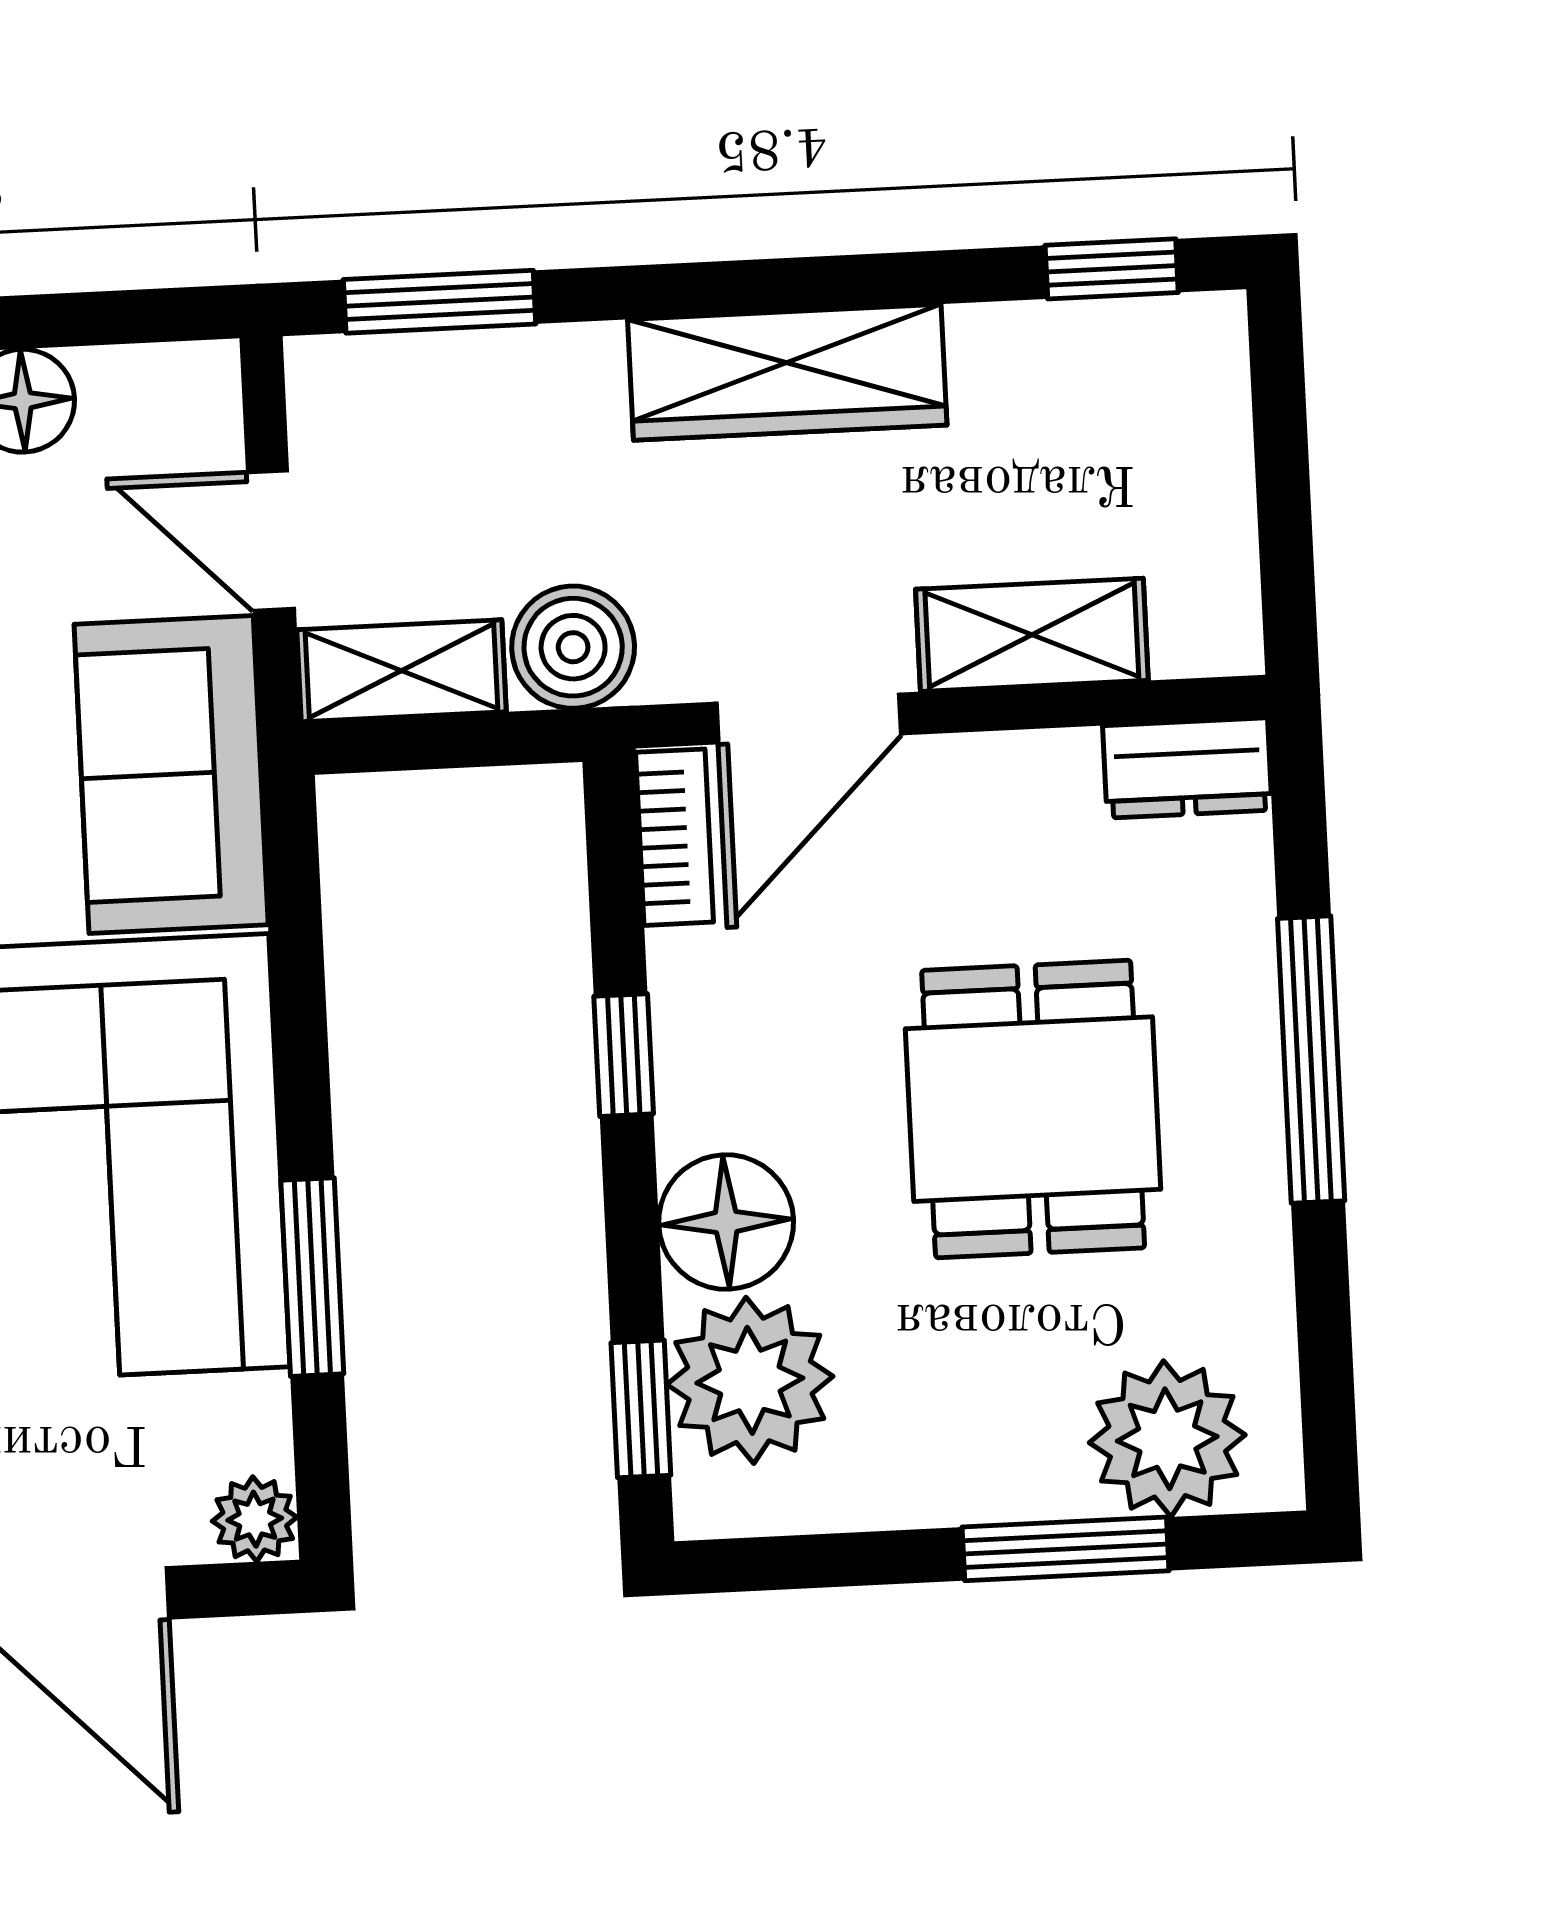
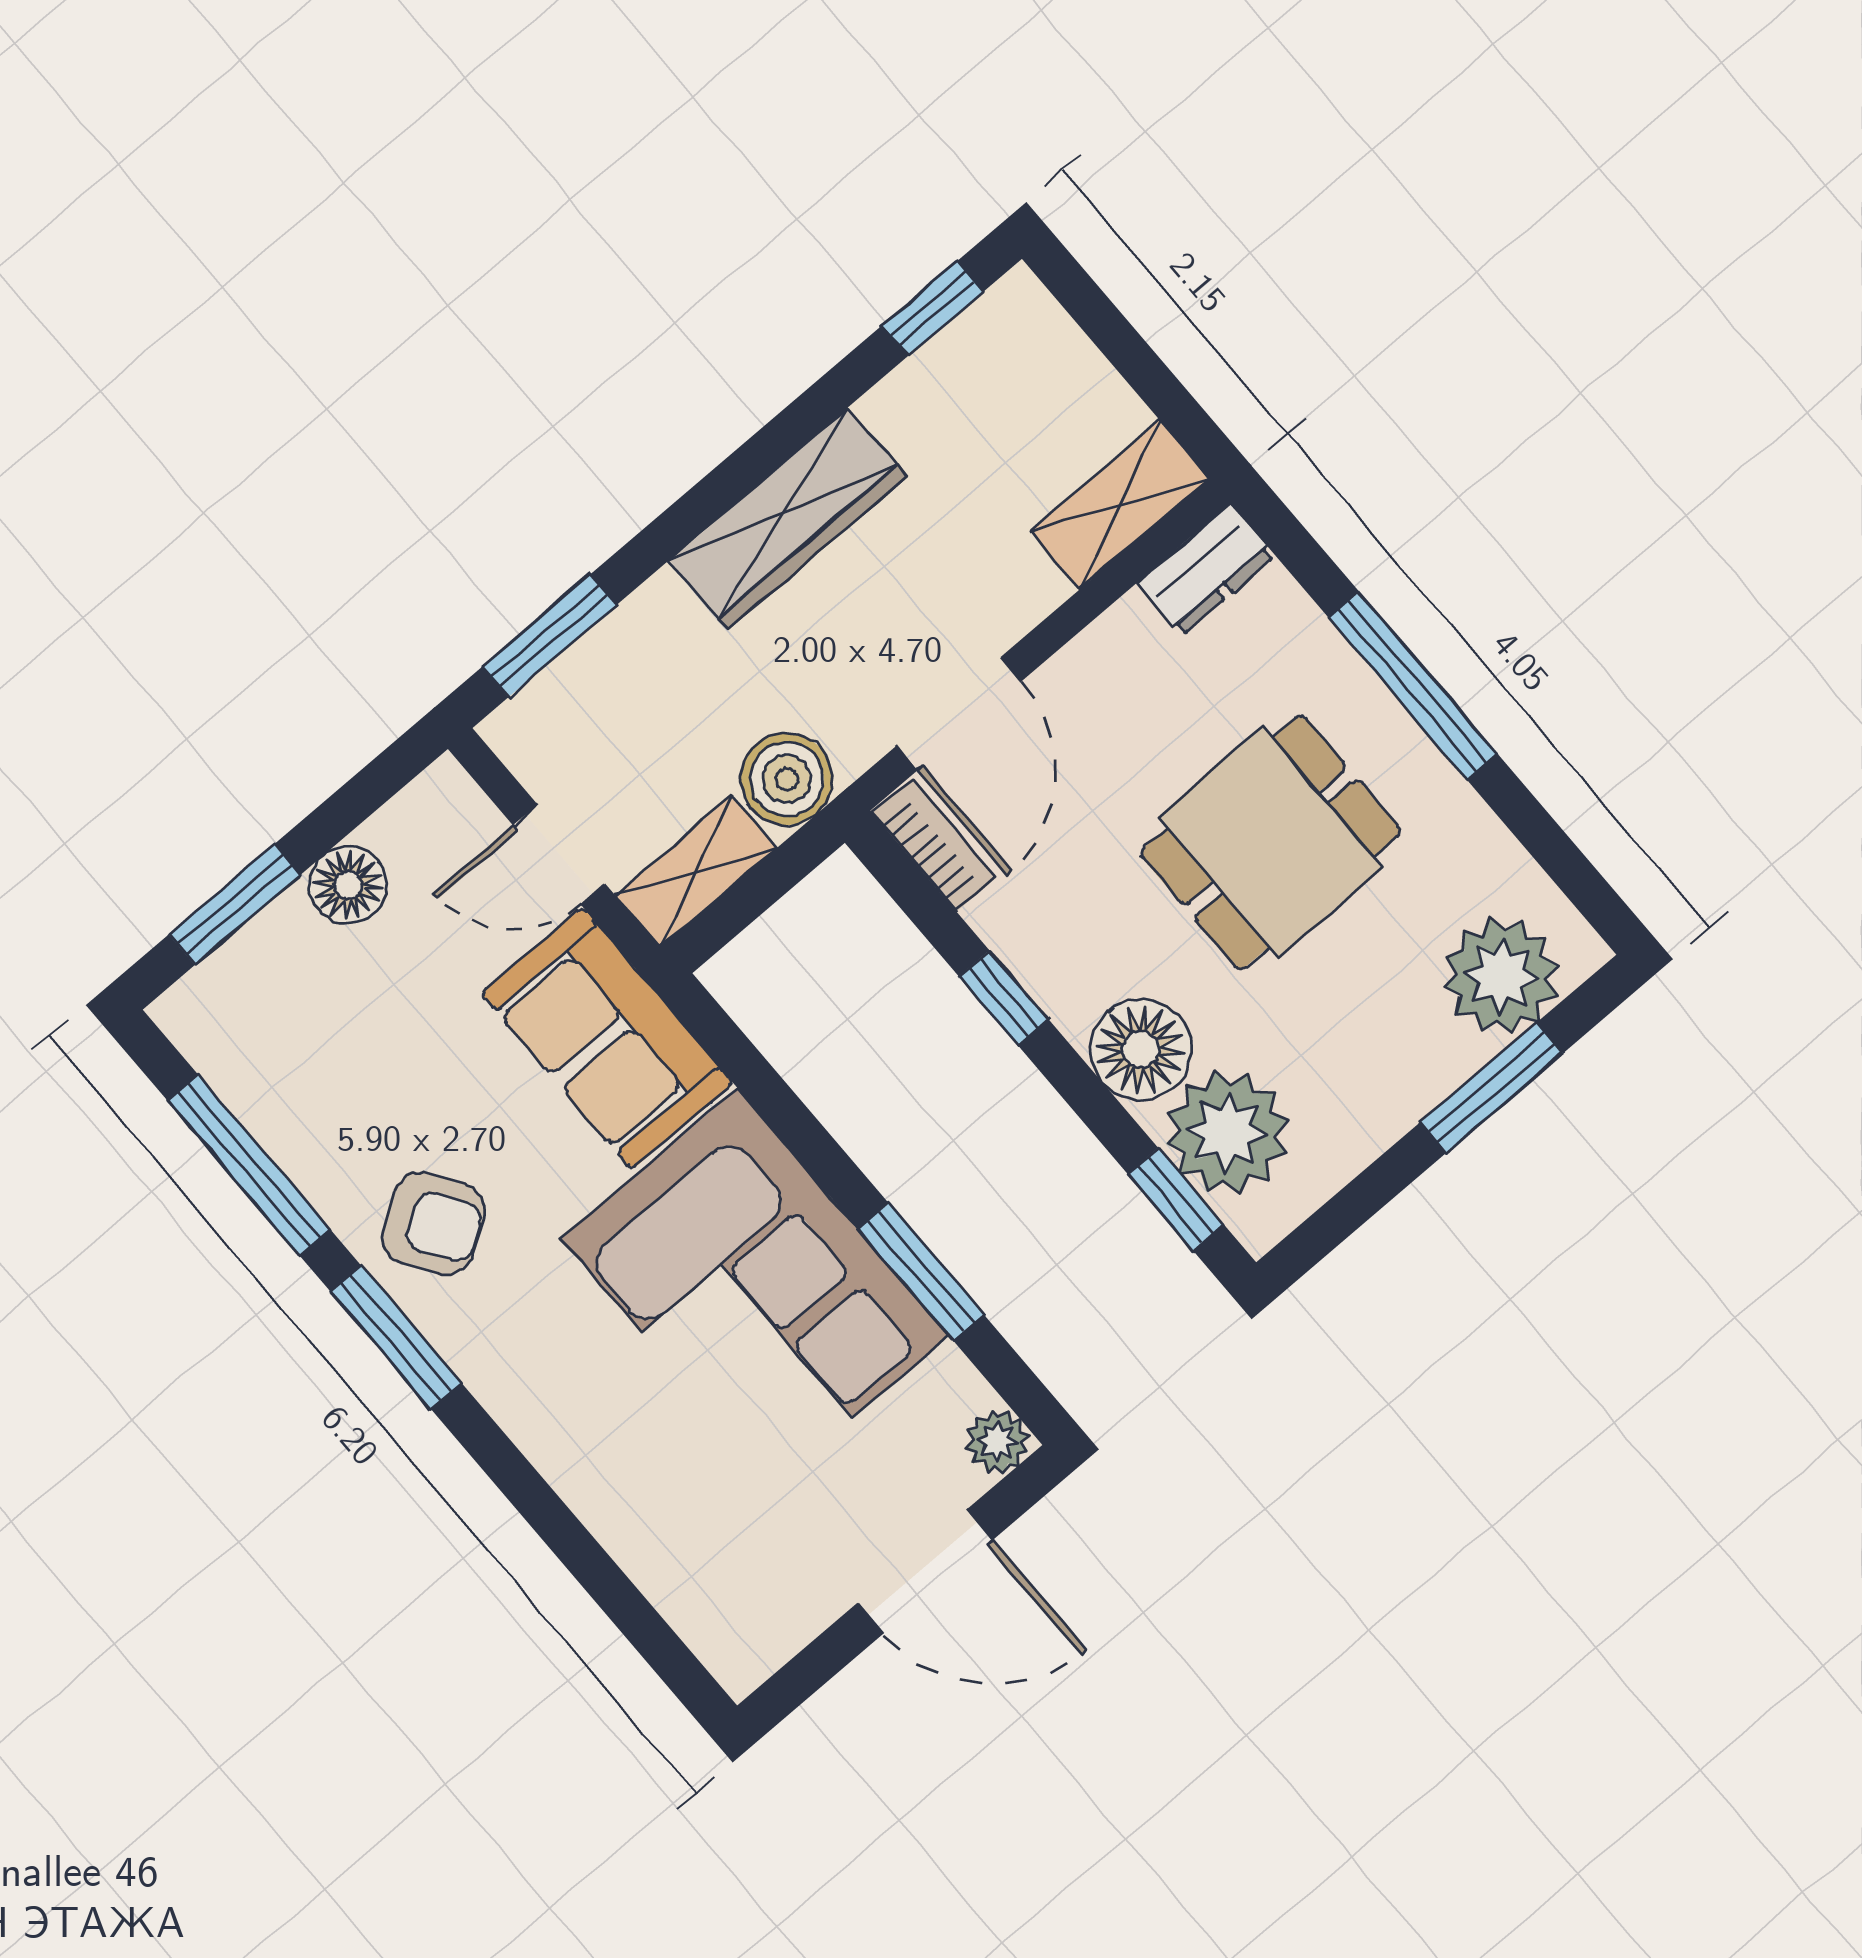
shelving: (1032, 635) -> (1120, 505), moved
dining table: (1033, 1109) -> (1271, 842), turned 90

